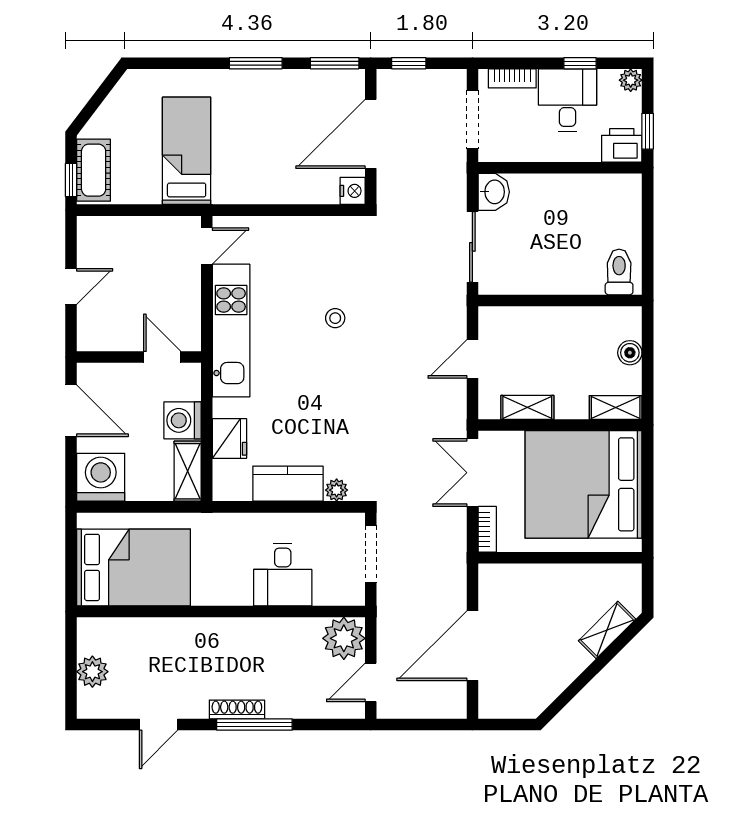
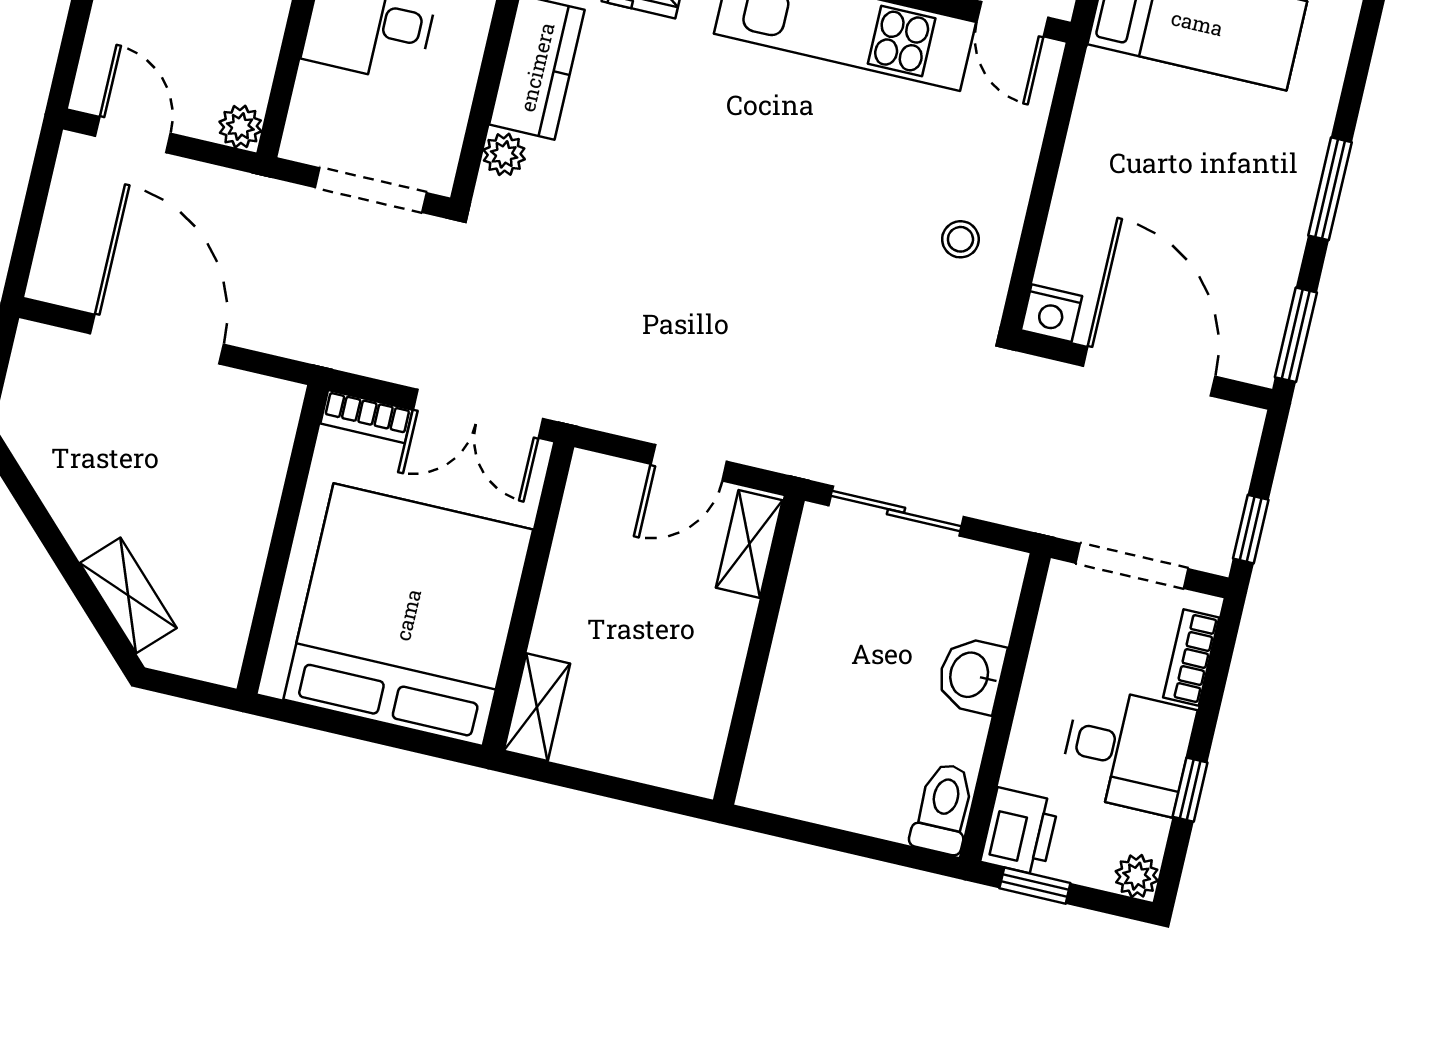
window: (409, 63) -> (1251, 529), moved
washbasin: (494, 192) -> (971, 675), moved, turned 90
toilet: (619, 272) -> (943, 808), moved, turned -90
stool: (335, 318) -> (960, 239), moved
boiler: (630, 353) -> (632, 757), removed
door: (472, 359) -> (689, 463), swing flipped
shelving: (527, 407) -> (749, 544), moved
double door: (472, 473) -> (478, 414), swing flipped
plant: (344, 638) -> (240, 127), width x0.53, depth x0.53

